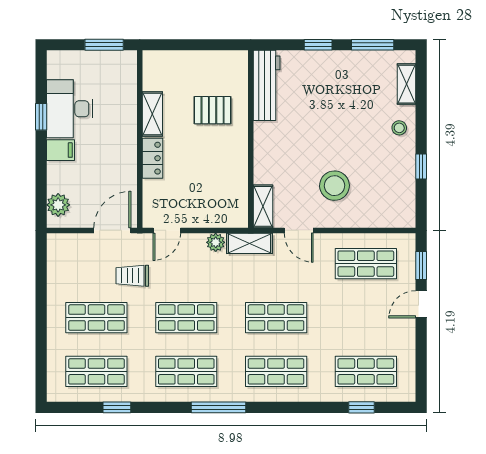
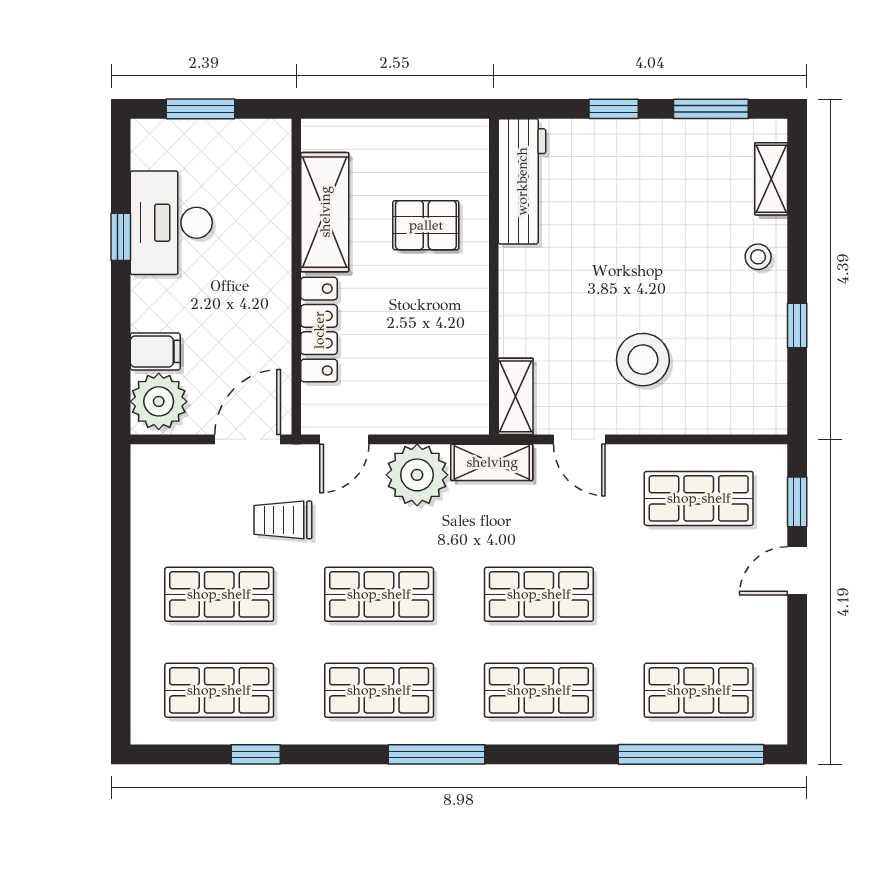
window: (104, 45) -> (200, 109), moved
shelving: (152, 114) -> (325, 212), width x1.50, depth x1.33
filing cabinet: (60, 150) -> (155, 351), moved
locker: (152, 158) -> (319, 330), width x1.53
plant: (58, 205) -> (159, 401), width x1.36, depth x1.36
plant: (216, 242) -> (417, 475), width x1.88, depth x1.88
window: (361, 407) -> (691, 754), width x3.17

